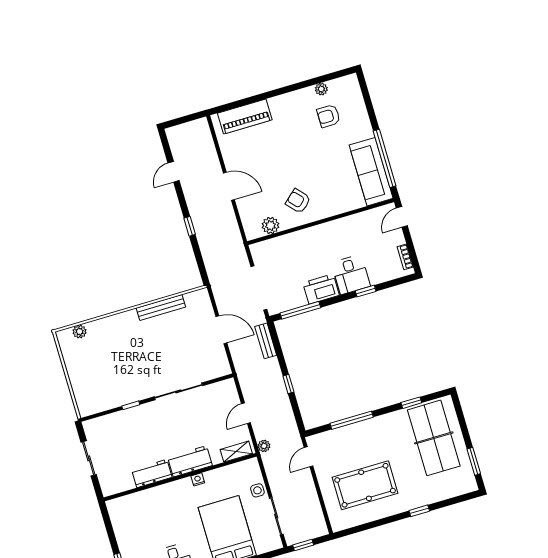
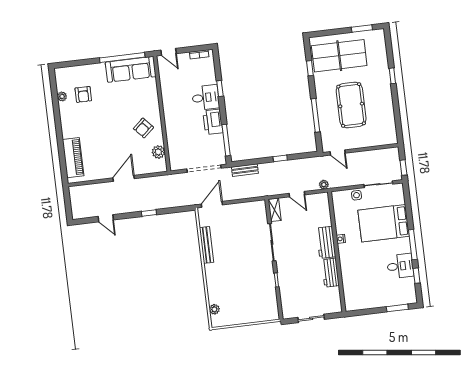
door: (221, 330) -> (212, 204), moved
shelving: (236, 452) -> (275, 210), moved
pool table: (365, 485) -> (351, 105), moved

